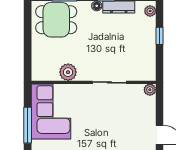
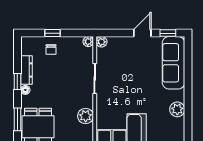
plant: (150, 11) -> (88, 42), moved
chair: (141, 34) -> (51, 50), added

